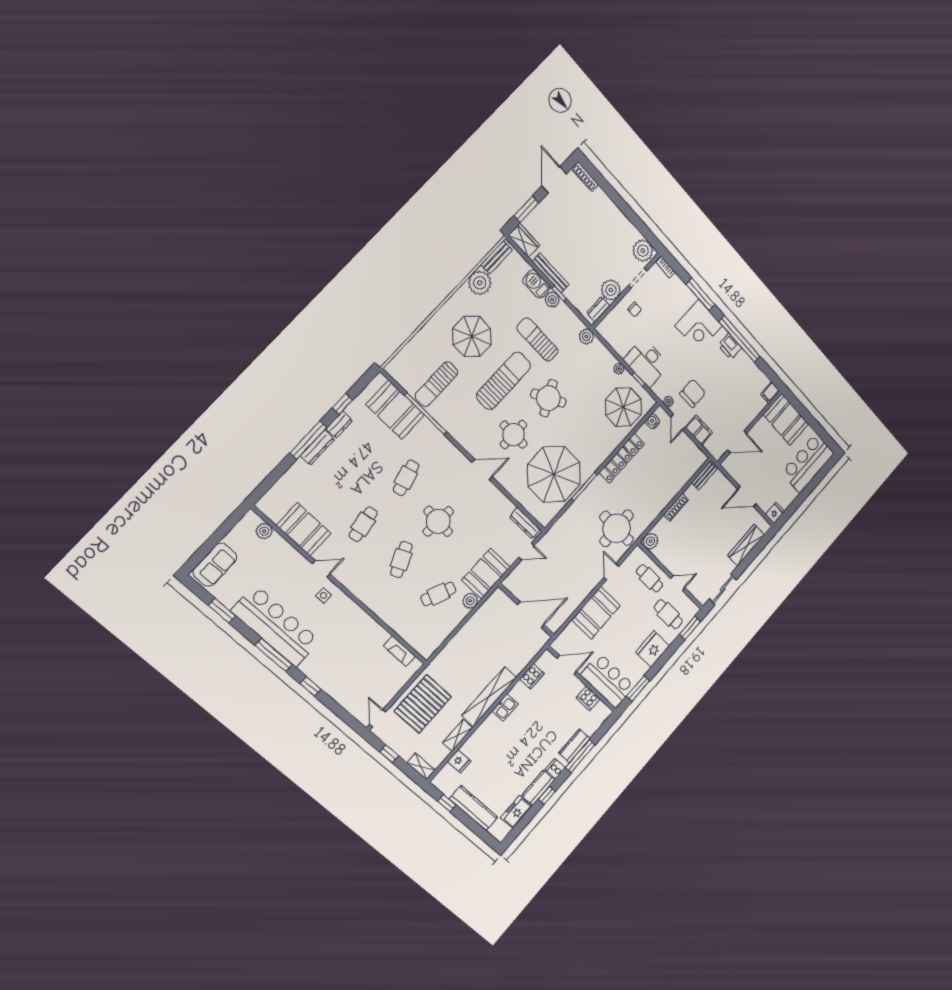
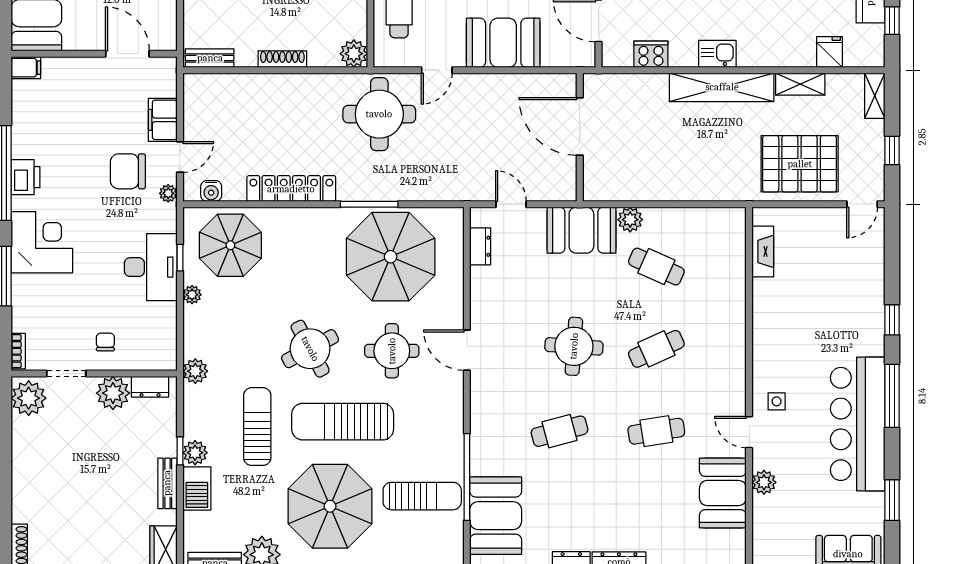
bench: (551, 273) -> (167, 483), width x0.73
parasol: (472, 337) -> (330, 506), width x1.36, depth x1.36
sun lounger: (537, 340) -> (257, 427), turned 180
dresser: (525, 523) -> (480, 246), width x0.70
plant: (264, 531) -> (764, 482), moved

